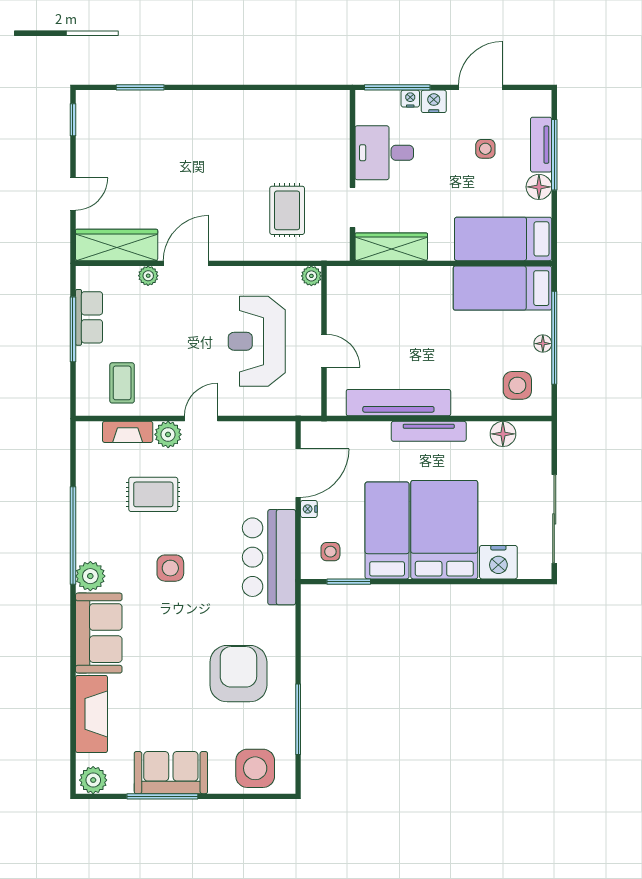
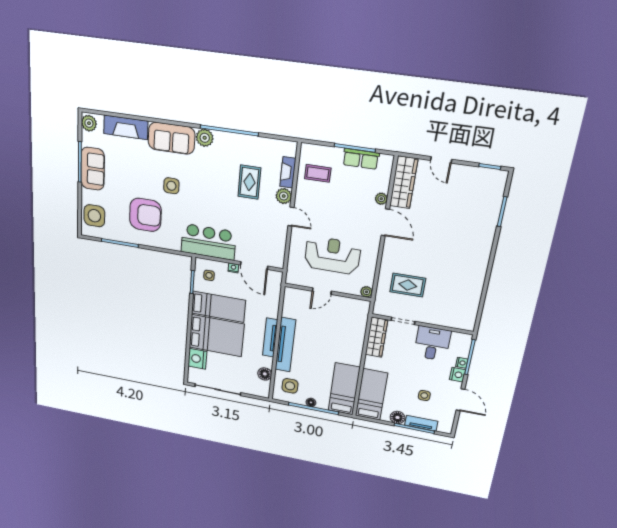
tv unit: (398, 403) -> (285, 345), moved
side table: (170, 568) -> (171, 186), moved

